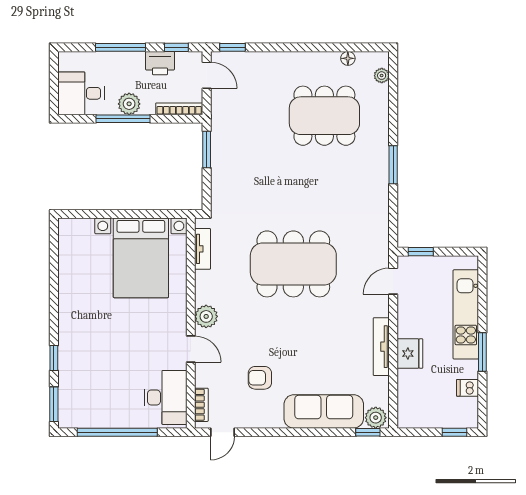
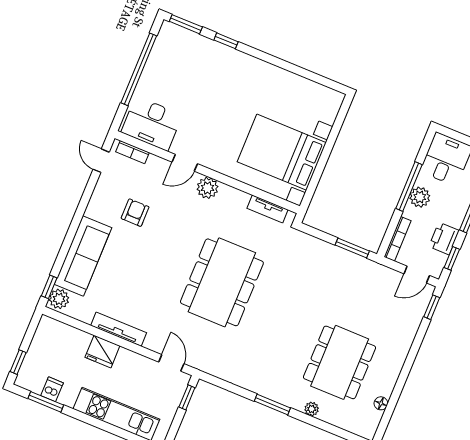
plant: (382, 76) -> (312, 409), moved
window: (482, 352) -> (46, 402), moved

